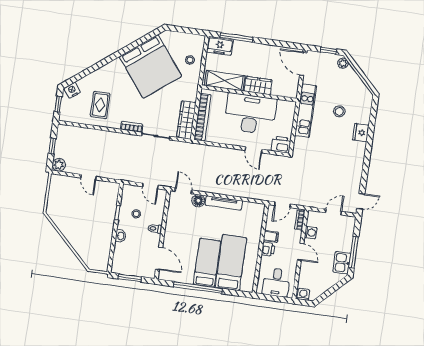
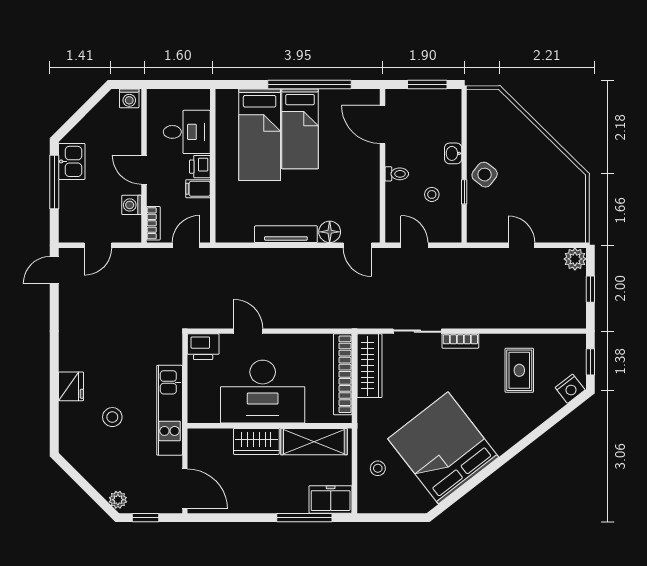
side table: (104, 221) -> (485, 175), added
desk: (276, 282) -> (187, 132), moved, turned 90

